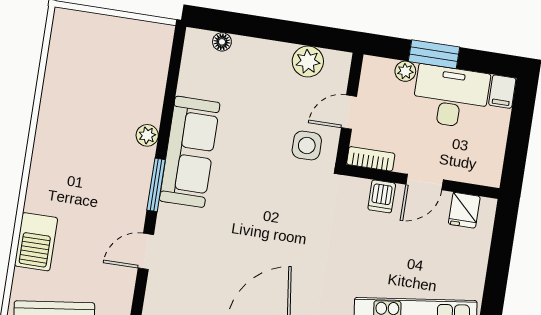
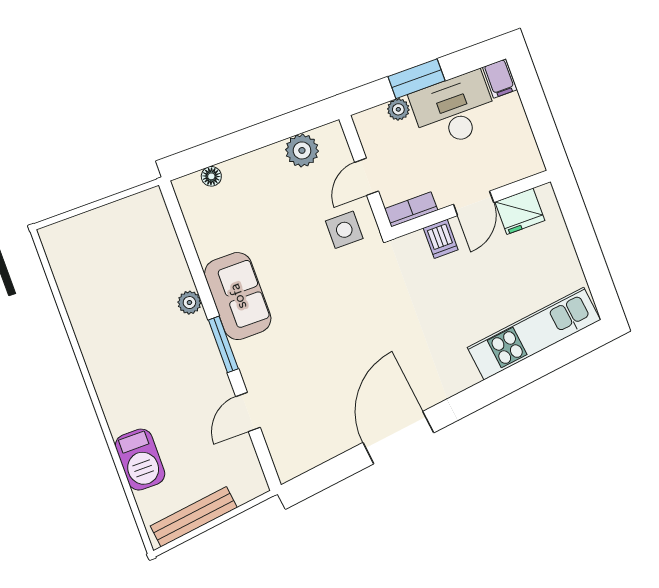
sofa: (190, 152) -> (238, 296), width x0.73
fridge: (464, 210) -> (520, 211), width x1.38

